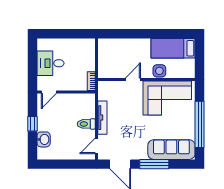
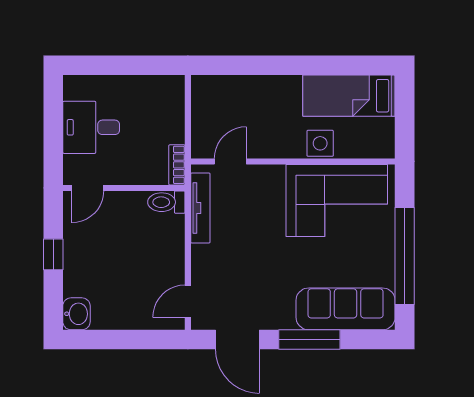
door: (133, 79) -> (230, 161), moved
tv unit: (102, 118) -> (200, 208), moved
toilet: (86, 124) -> (166, 202), moved
washbasin: (44, 139) -> (76, 314), moved

